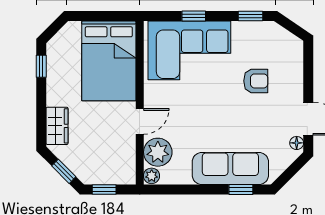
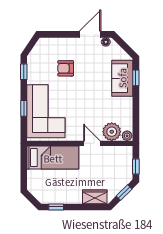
bed: (109, 61) -> (53, 158), width x0.67
armchair: (256, 81) -> (66, 68), turned -90
sofa: (230, 168) -> (122, 78), width x0.73

